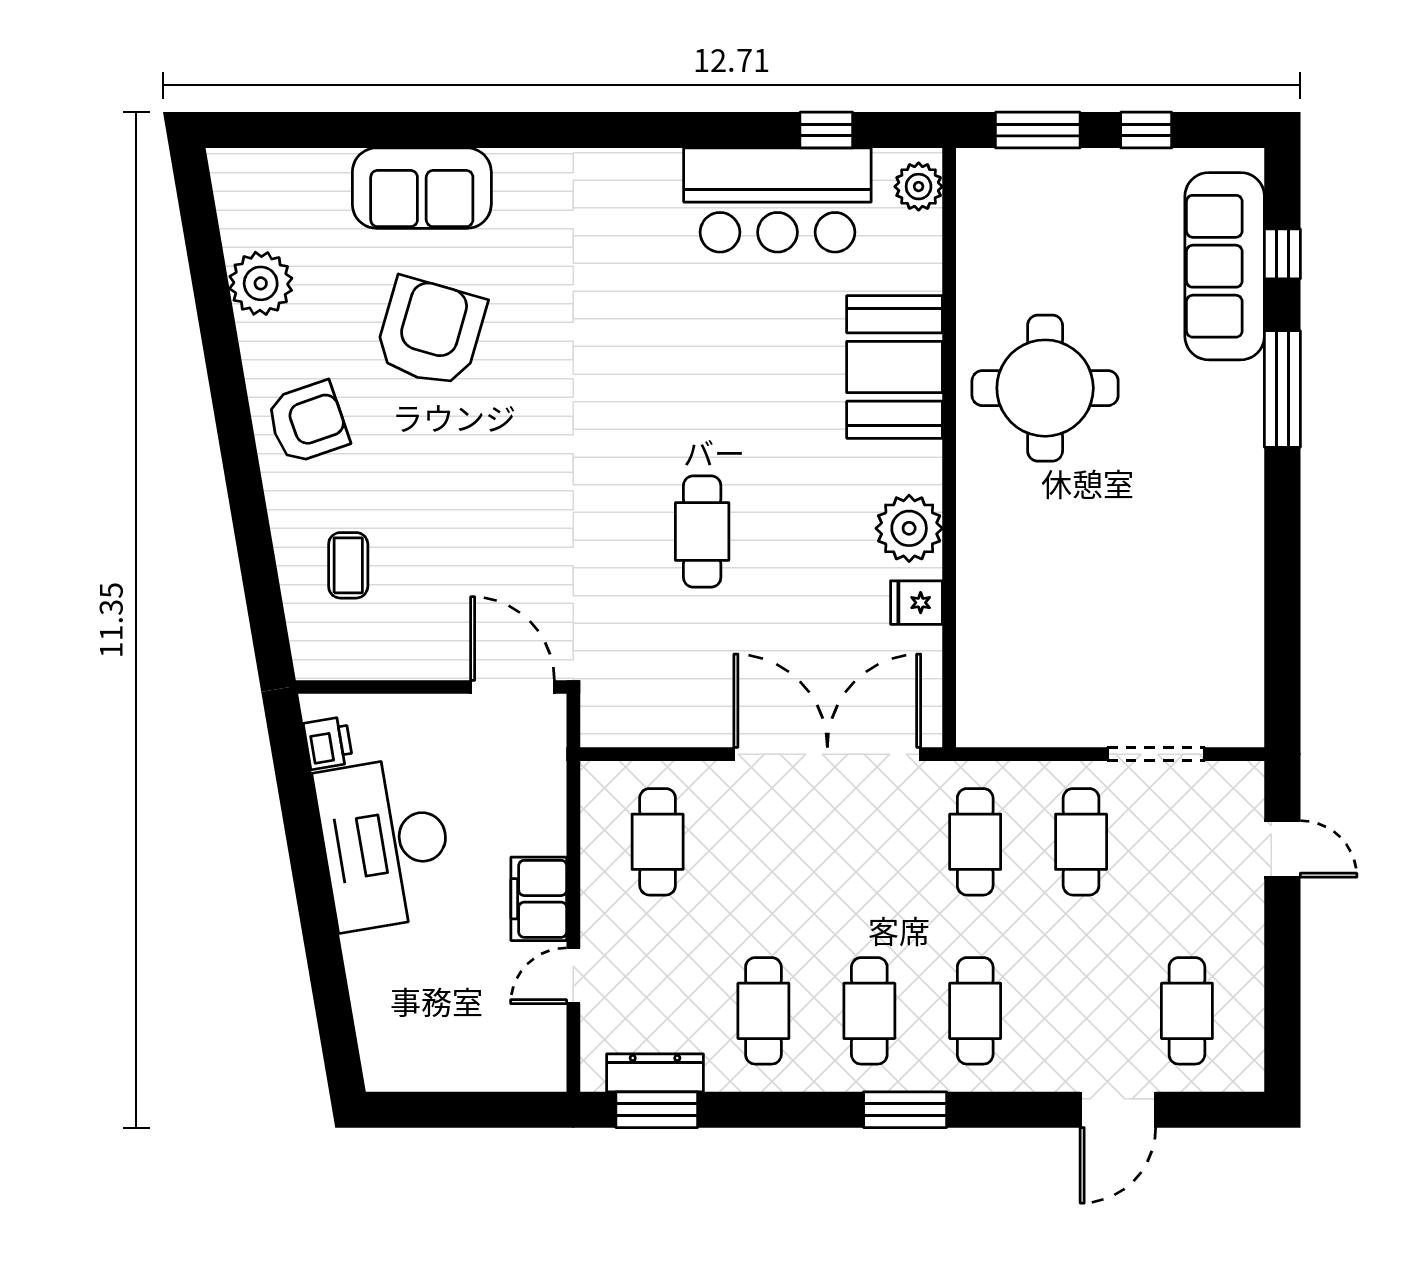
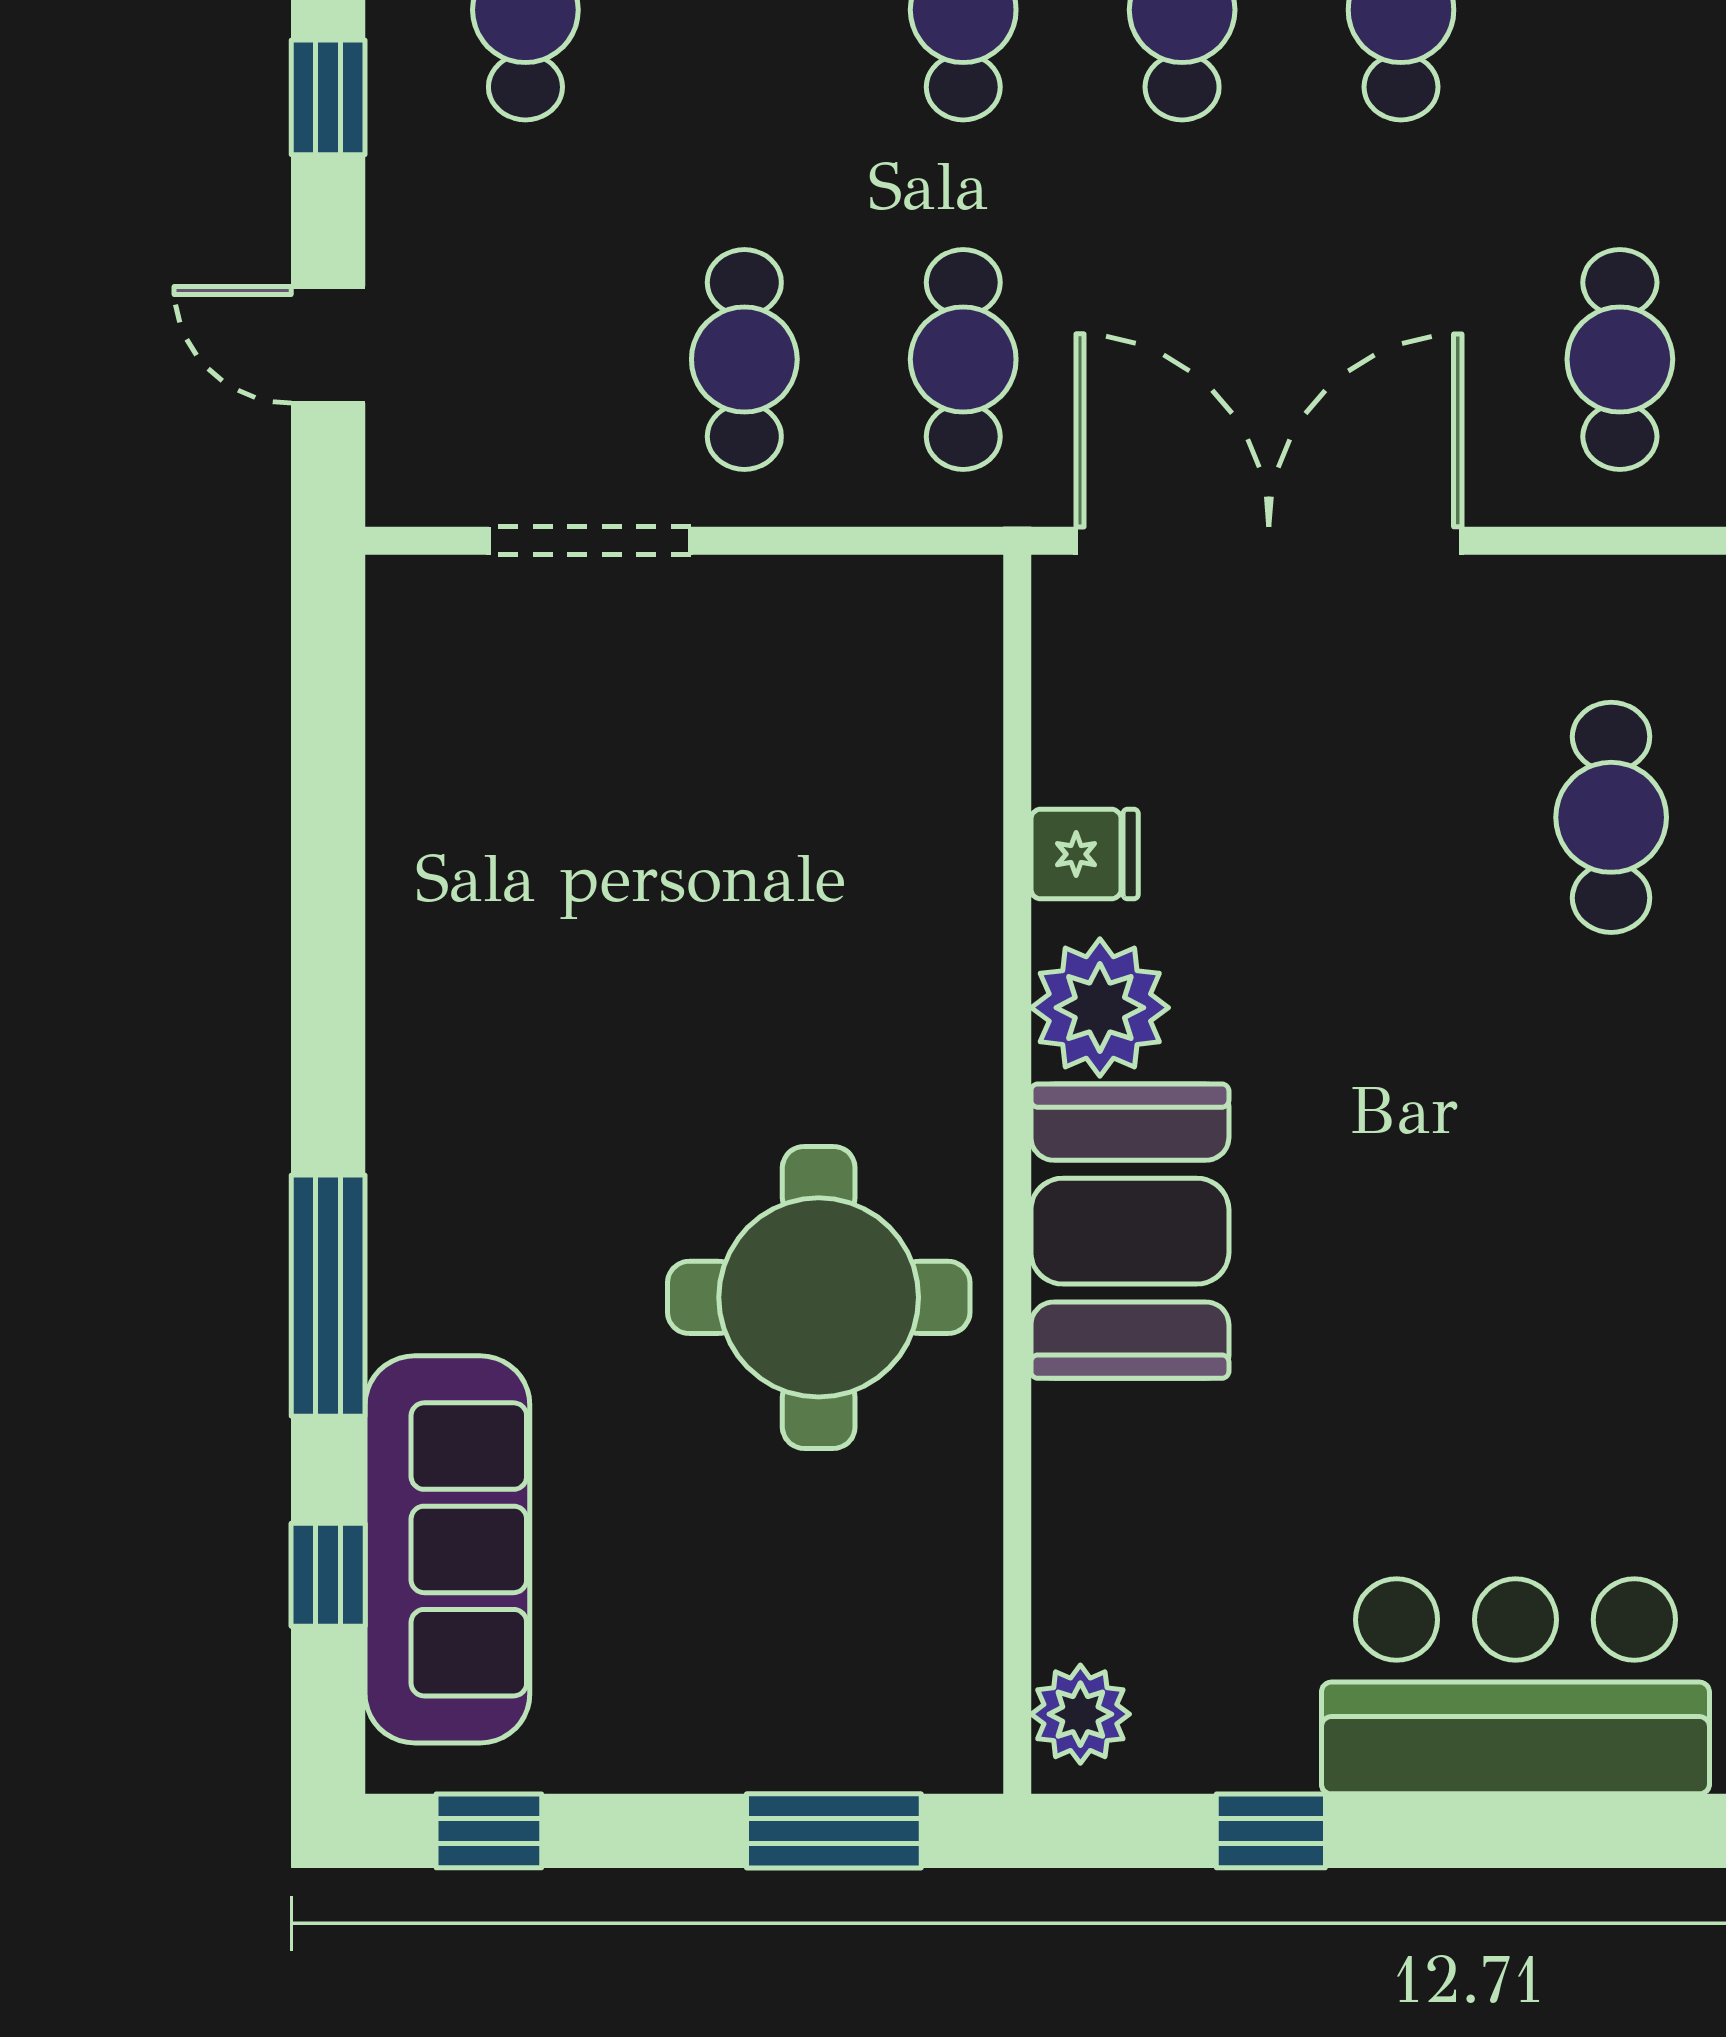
window: (1146, 130) -> (489, 1831), moved
bar counter: (777, 200) -> (1515, 1686), moved
booth: (895, 367) -> (1130, 1231), moved
cafe table: (702, 531) -> (1611, 817), moved
double door: (827, 754) -> (1269, 541), swing flipped
window: (1282, 969) -> (328, 97), added

